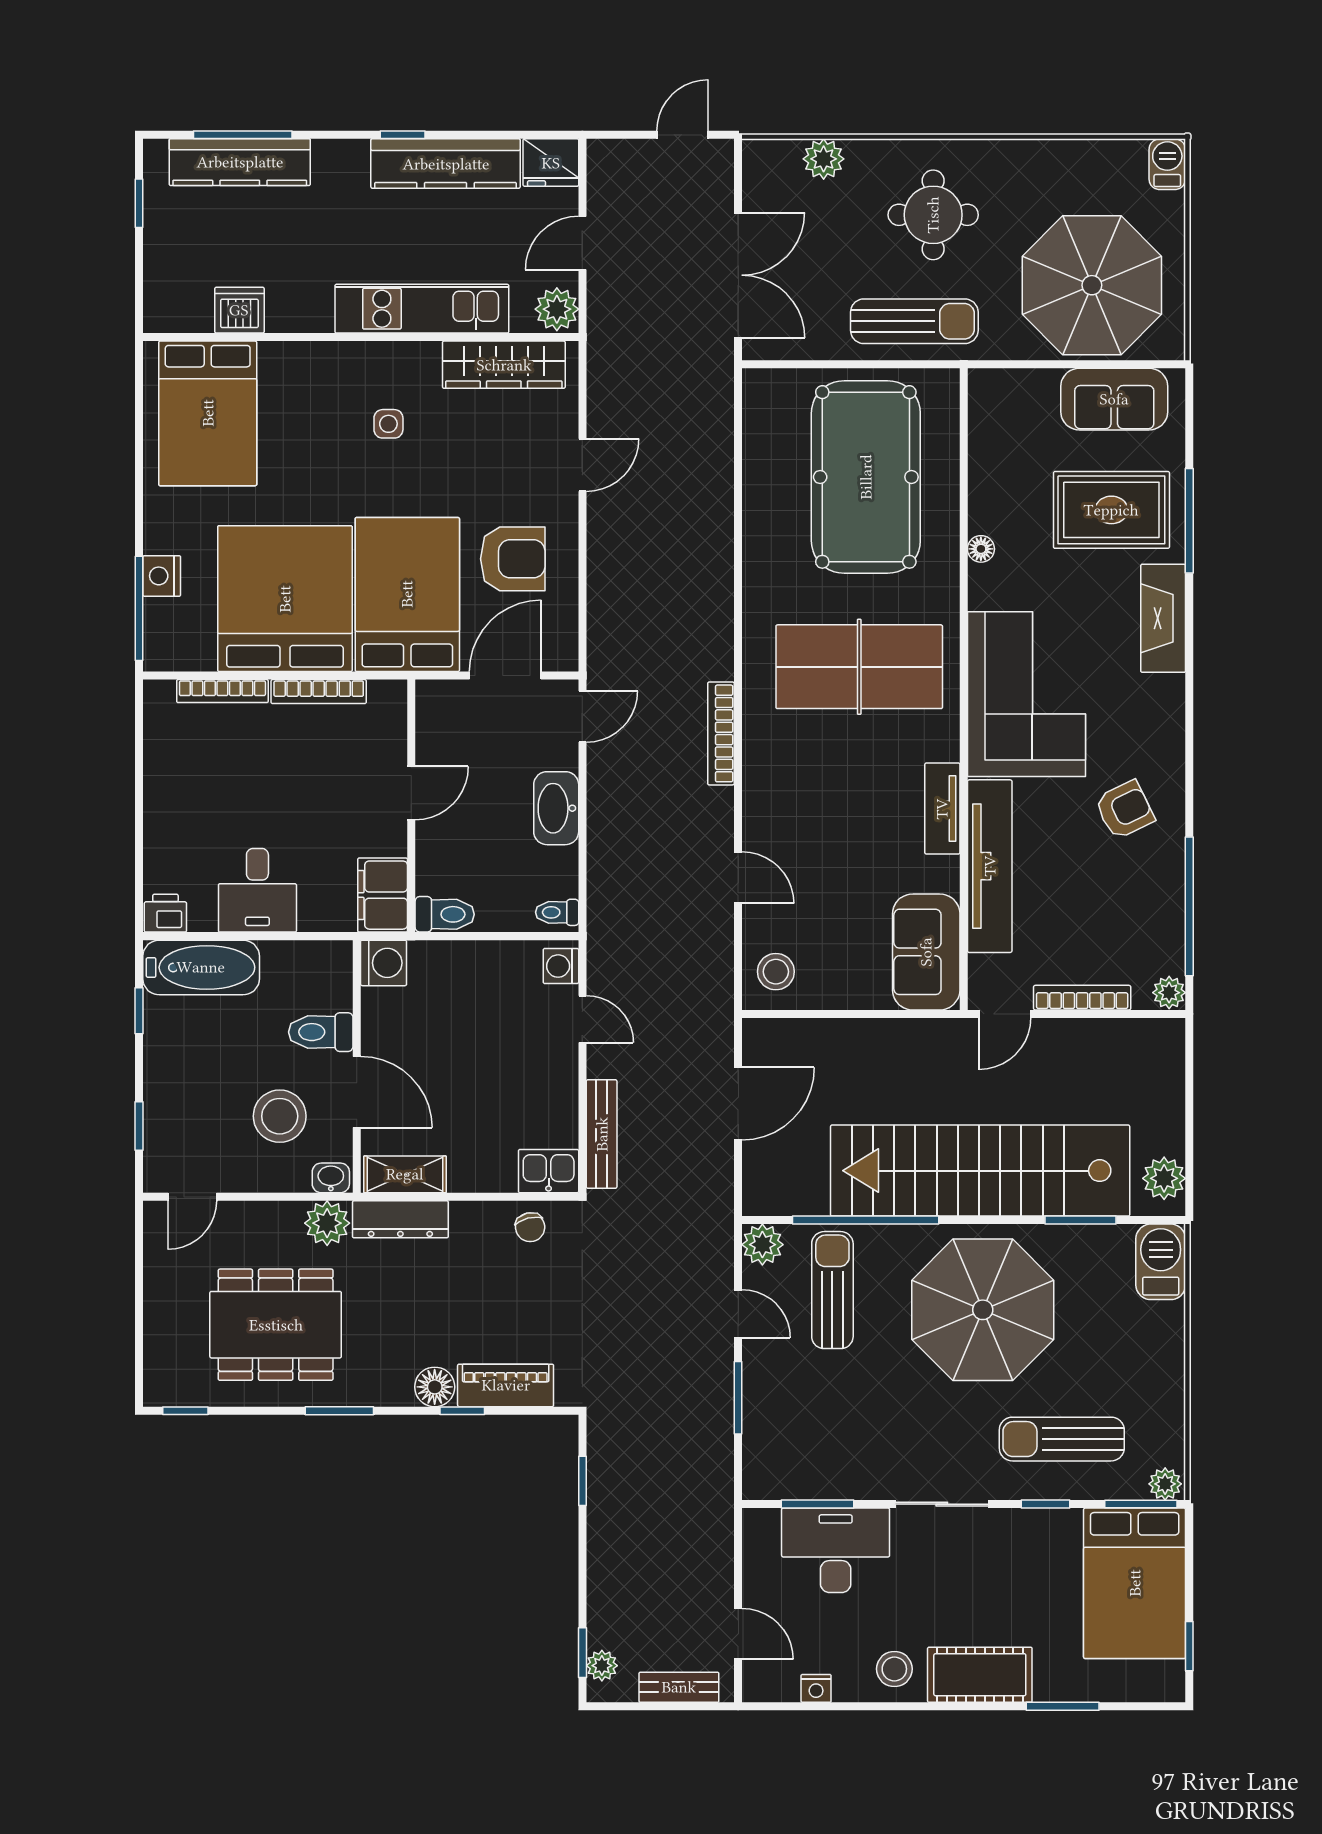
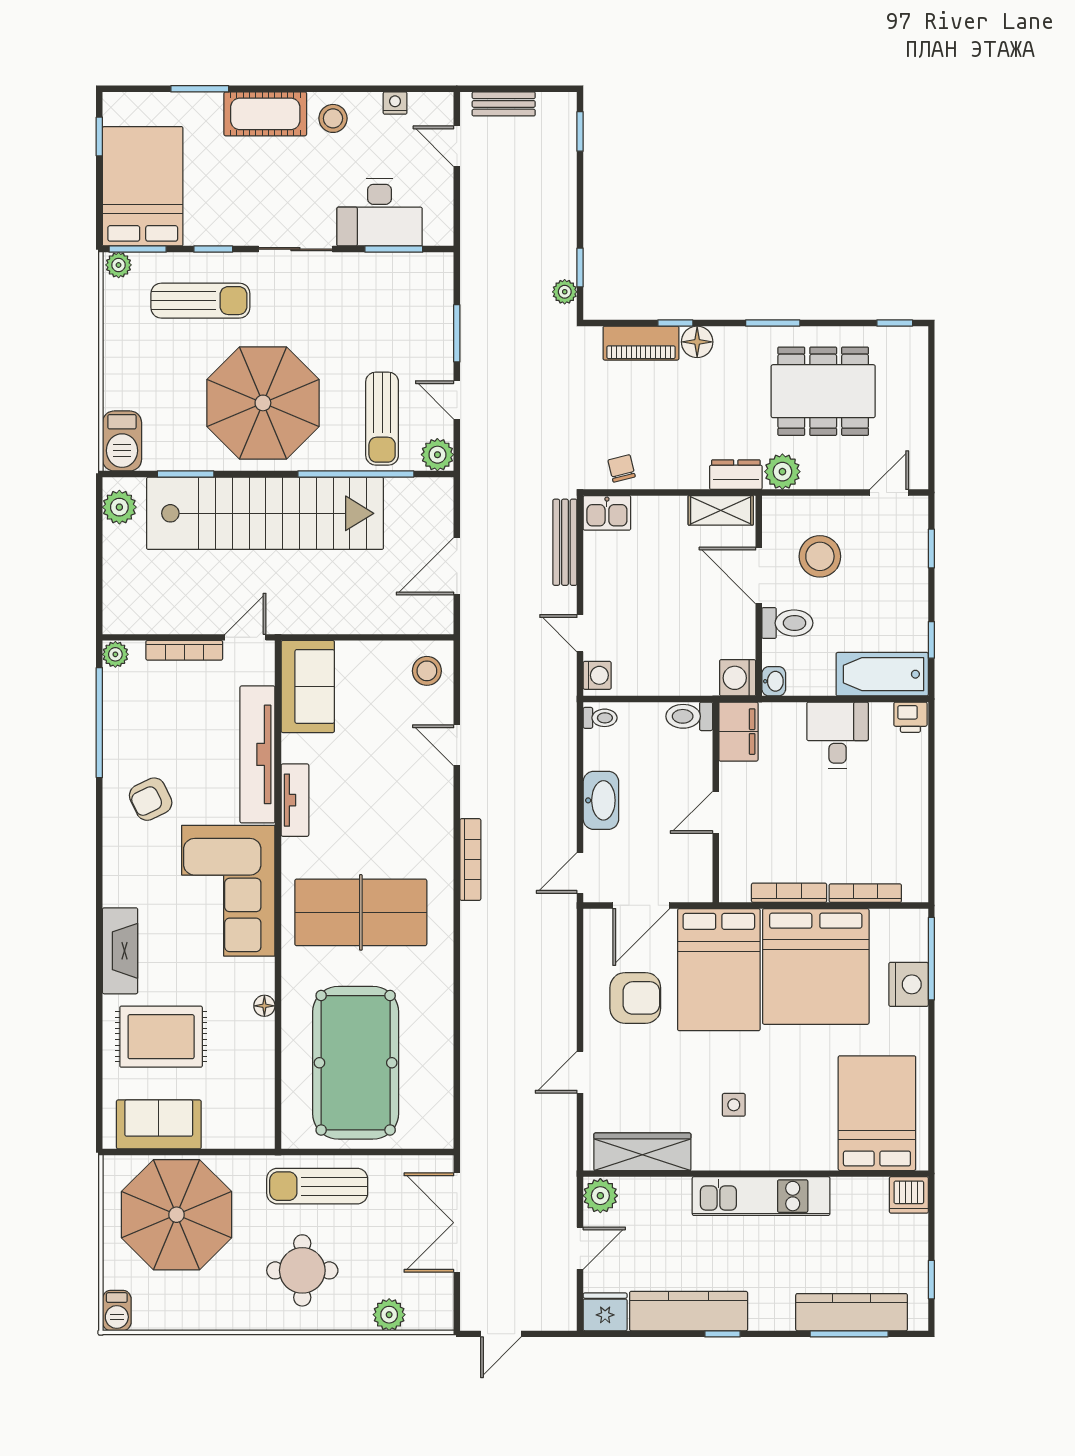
kitchen unit: (422, 309) -> (761, 1196), moved
dishwasher: (239, 310) -> (909, 1195), moved
window: (1189, 521) -> (99, 1028), removed
armchair: (513, 559) -> (635, 998), turned 180
nightstand: (162, 576) -> (909, 984), width x1.36, depth x1.33
washbasin: (331, 1178) -> (774, 681), moved, turned -90
dresser: (400, 1219) -> (736, 475), width x0.70
plant: (602, 1666) -> (565, 292), moved

